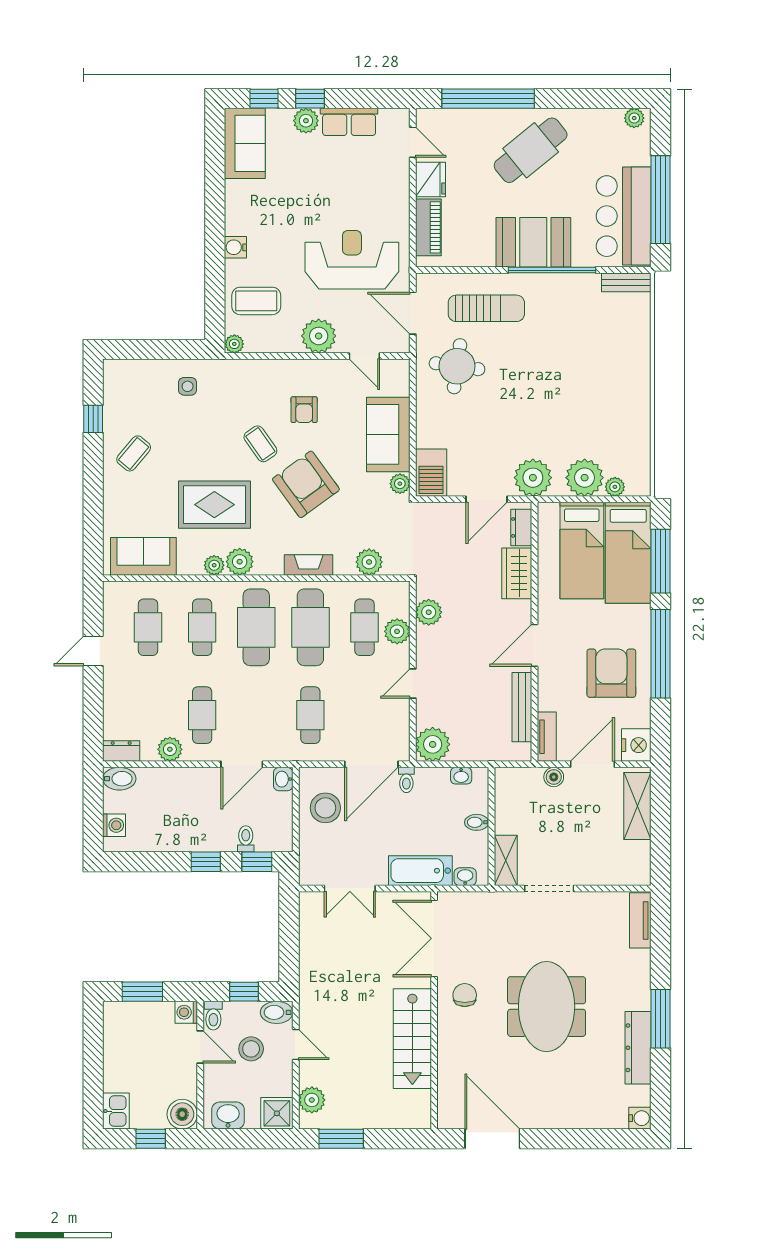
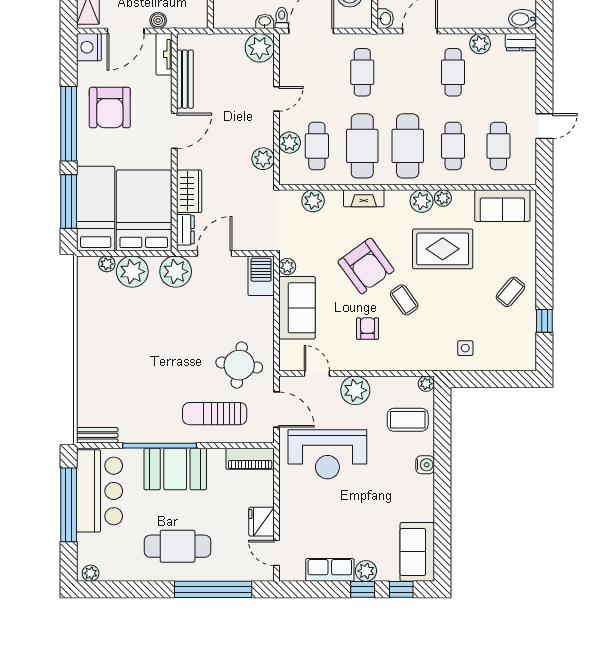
cafe table: (531, 150) -> (178, 546), turned 39
piano: (428, 227) -> (250, 459), moved, turned -90
bed: (582, 550) -> (144, 210), width x1.50
washbasin: (461, 776) -> (265, 21), moved

